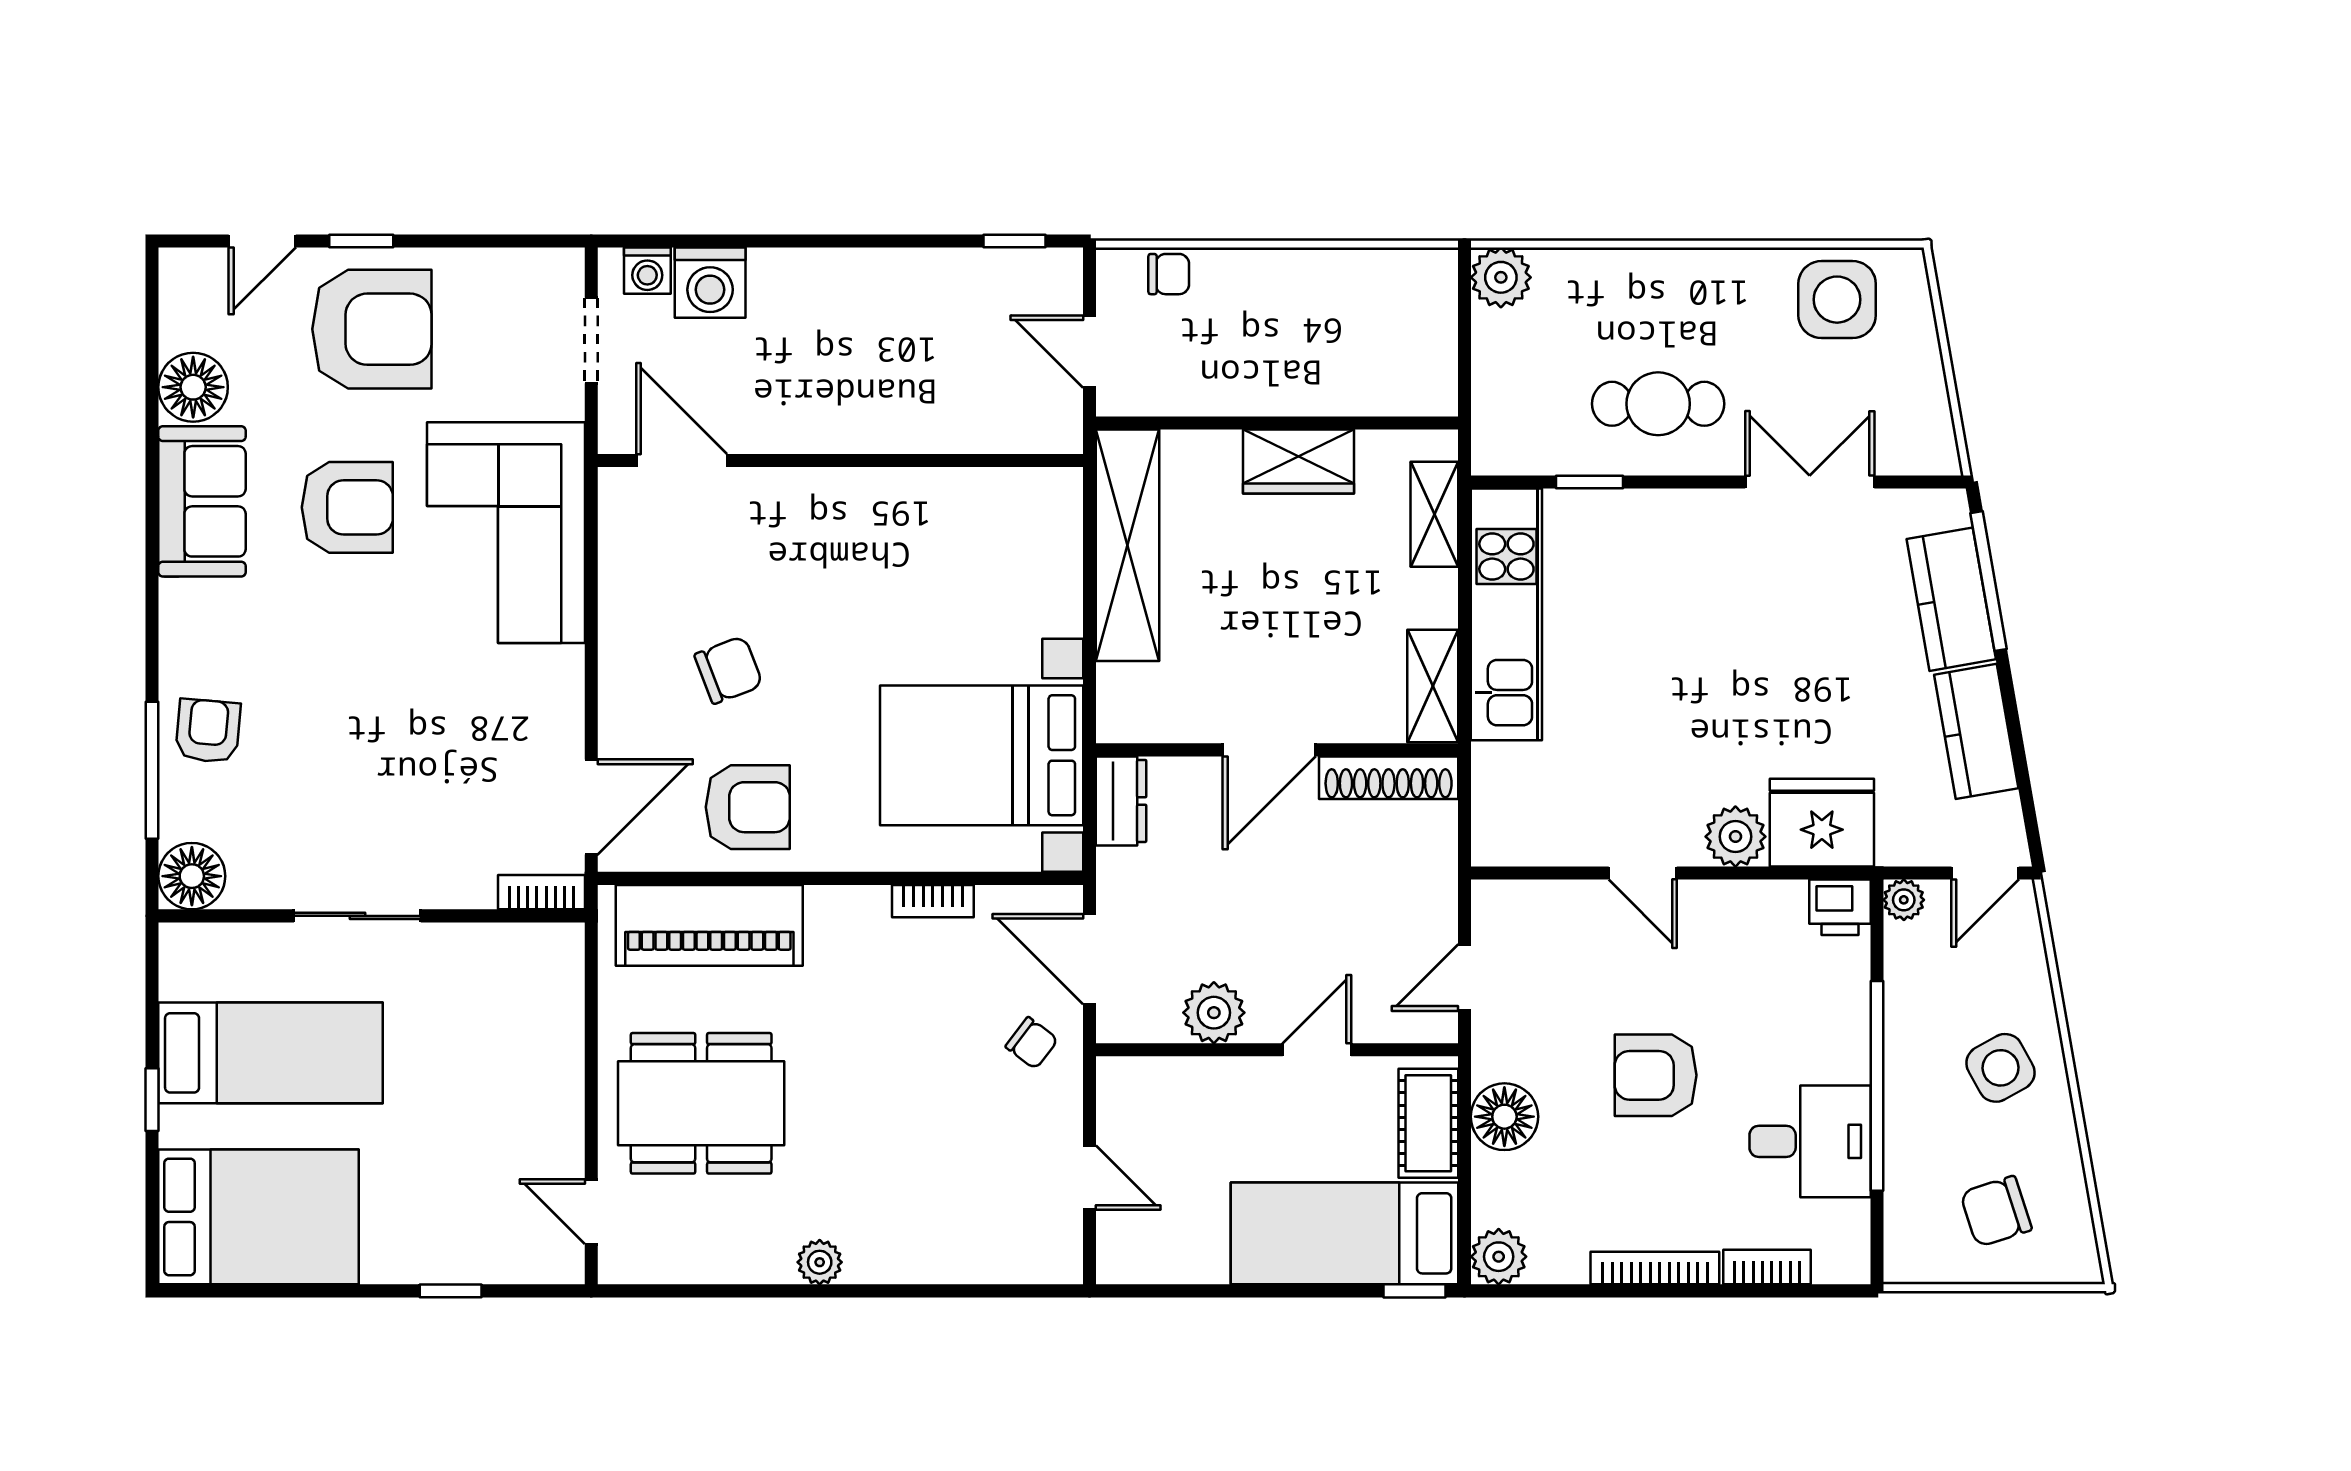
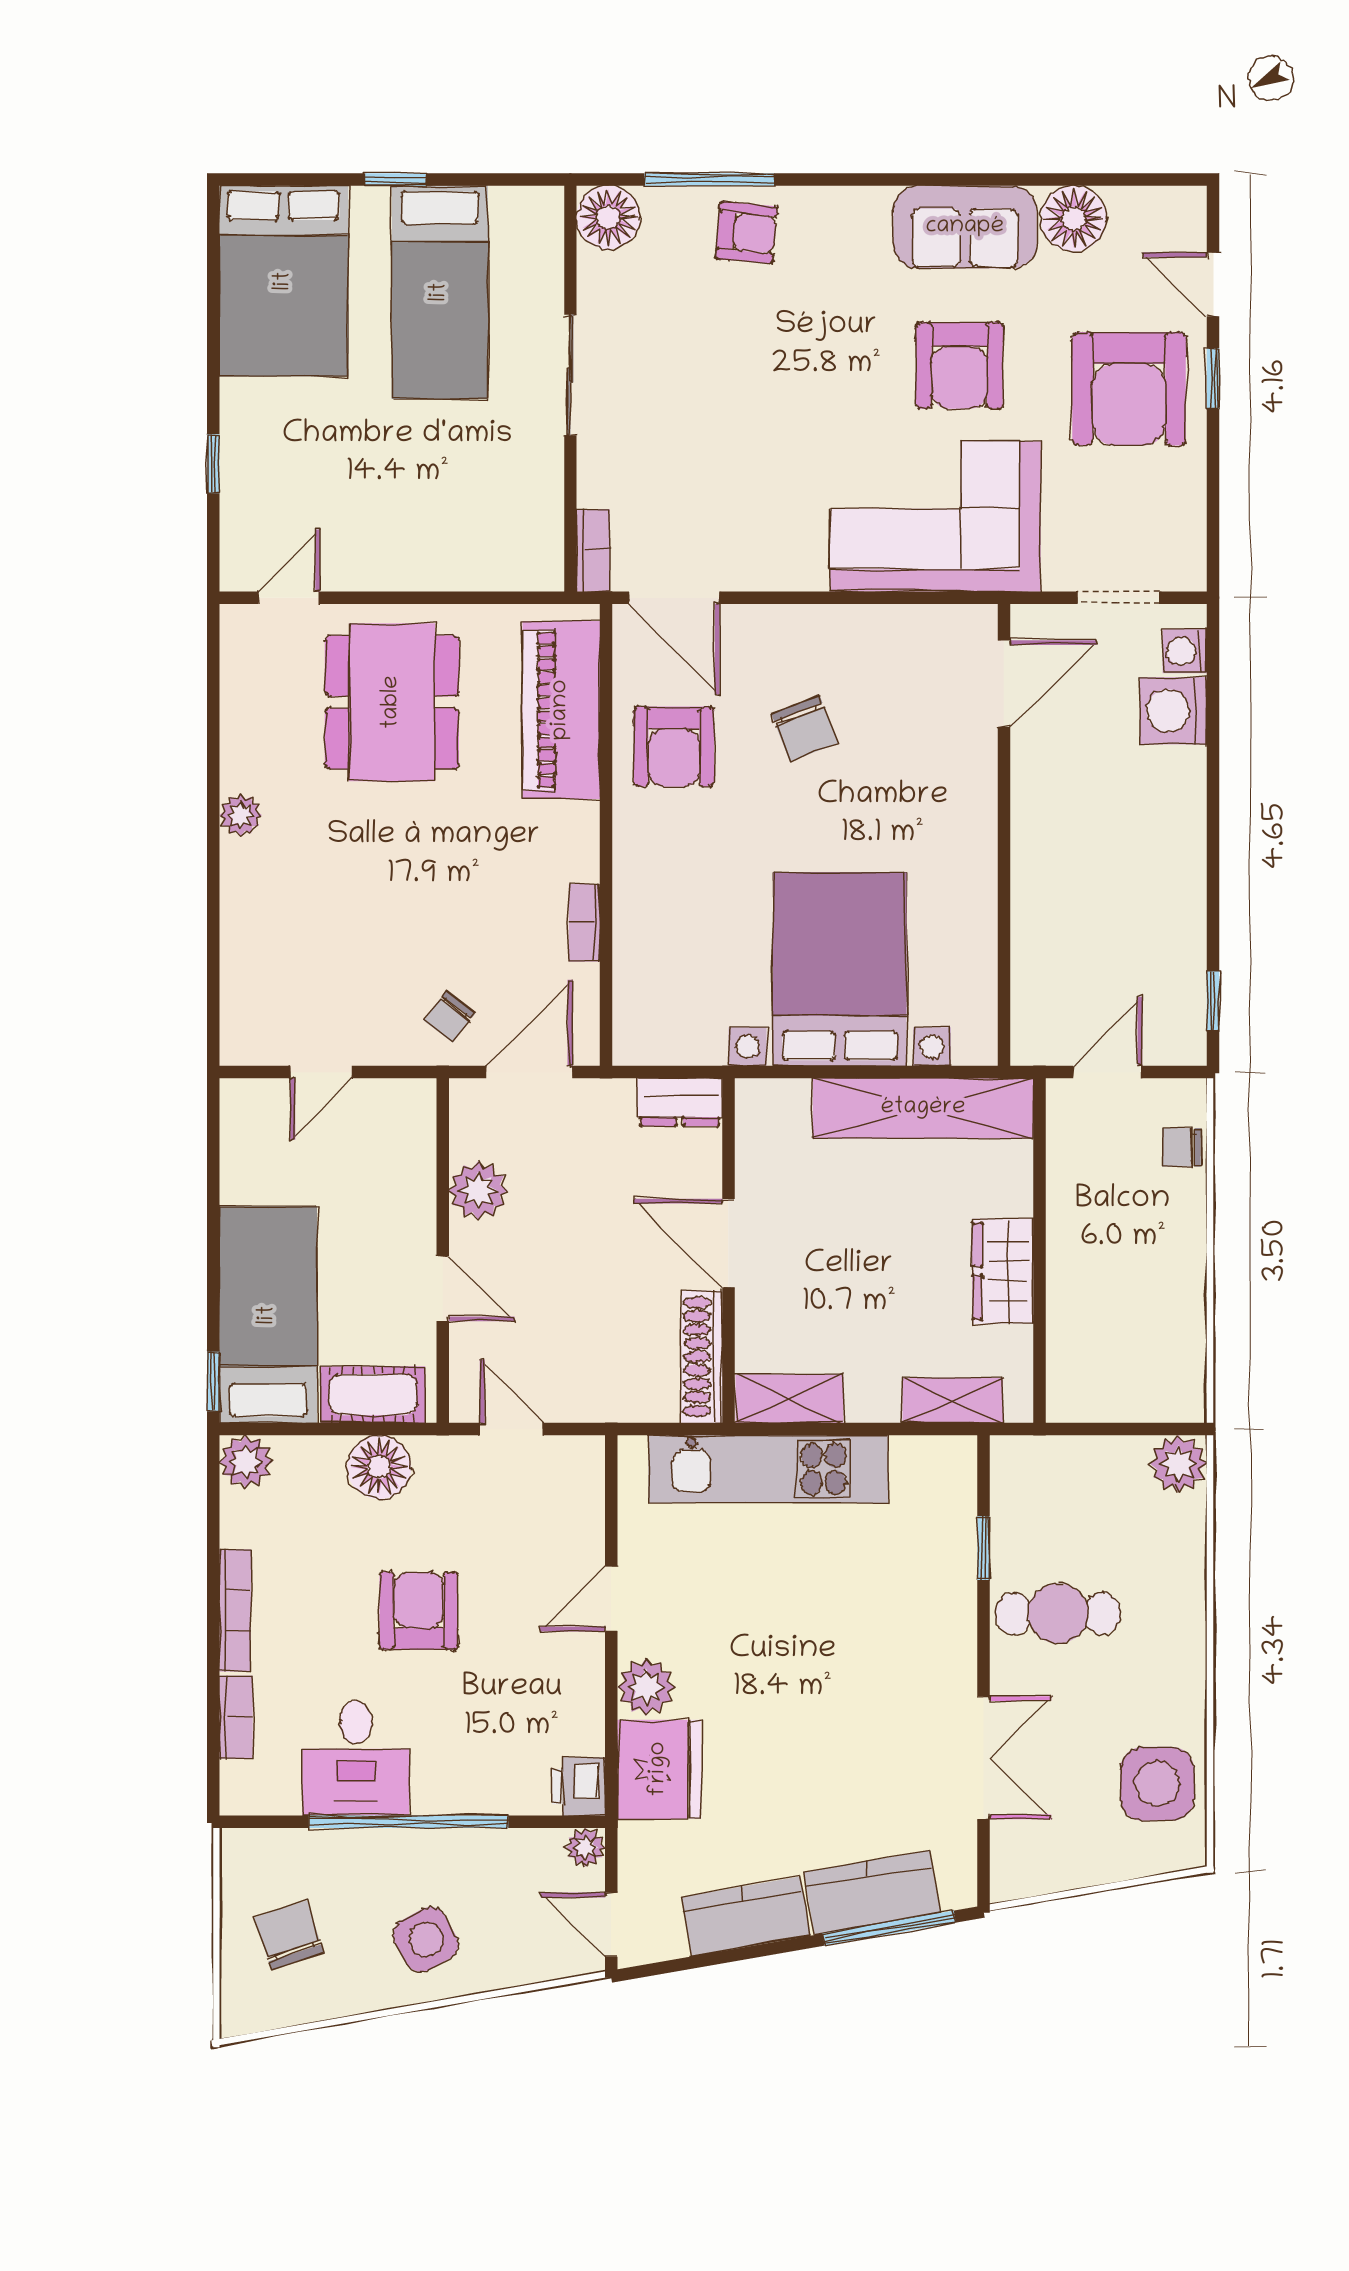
chair: (1169, 274) -> (1181, 1147), turned 90
cafe table: (1658, 404) -> (1058, 1613), turned 90
kitchen unit: (1506, 614) -> (768, 1469), moved
bed with nightstands: (982, 755) -> (840, 969), moved

